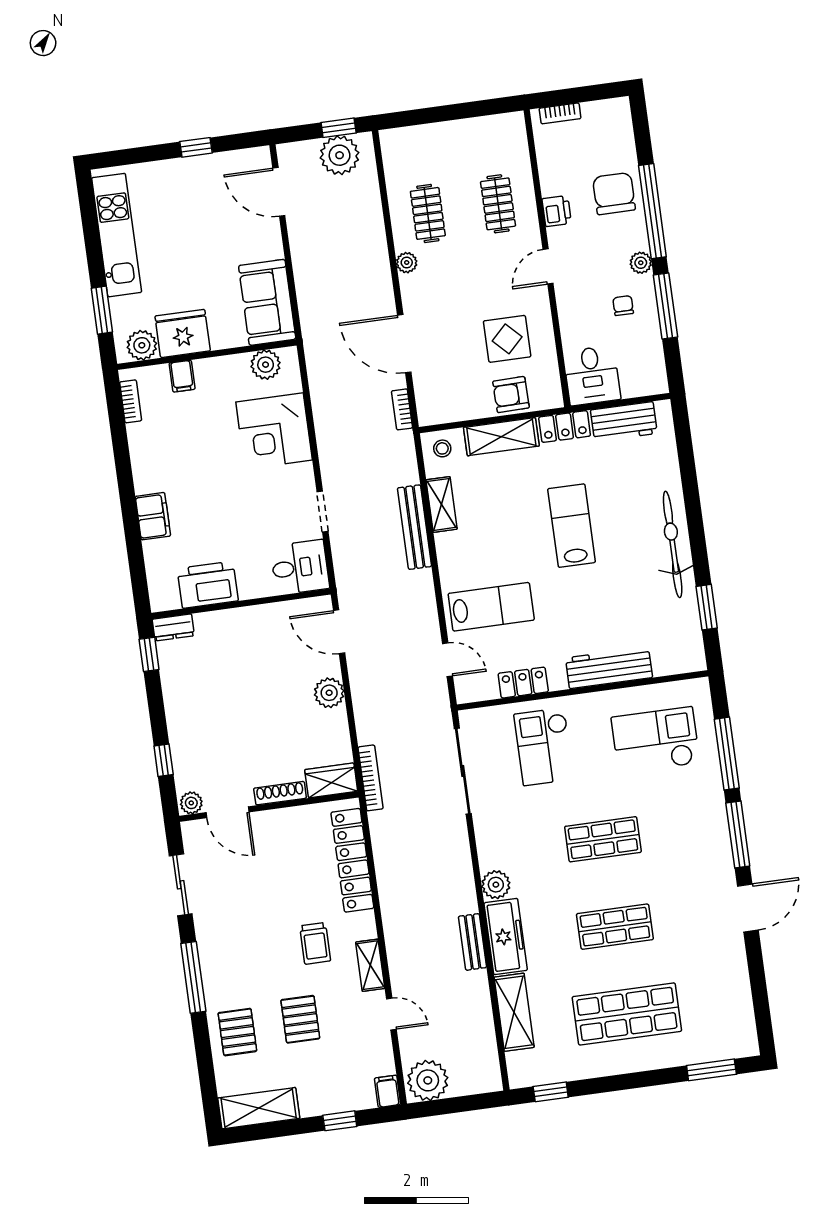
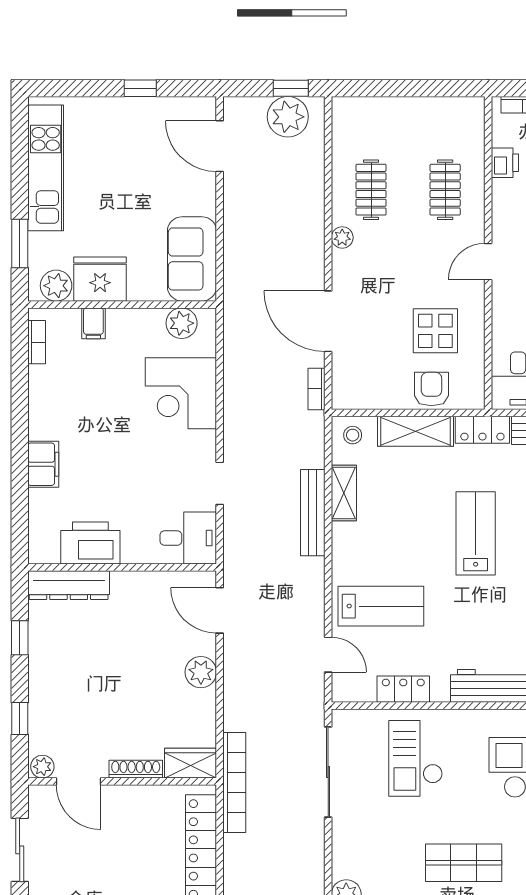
printer: (557, 211) -> (505, 163), moved
armchair: (511, 395) -> (431, 389), turned 91
dresser: (173, 627) -> (69, 585), width x1.96, depth x1.24
window: (149, 654) -> (20, 638), moved
bookcase: (371, 778) -> (234, 782), width x1.48, depth x1.31

